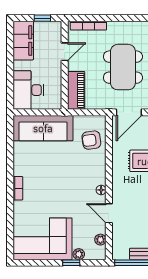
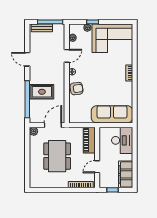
armchair: (91, 140) -> (77, 89), moved
door: (109, 213) -> (67, 56), hinge flipped

